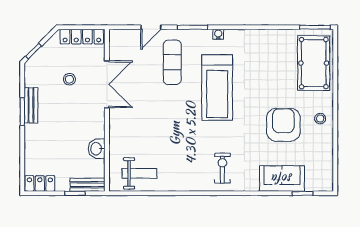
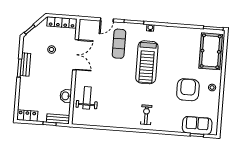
weight bench: (139, 173) -> (87, 98), moved, turned -90
sofa: (282, 179) -> (197, 125), moved

